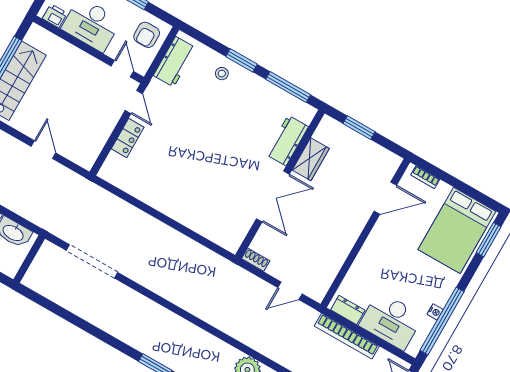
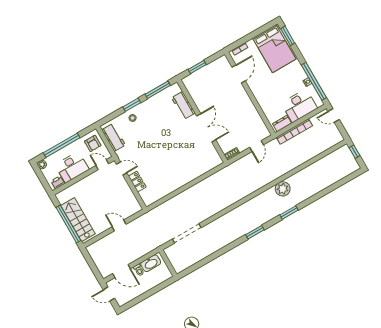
wardrobe: (311, 159) -> (199, 99), removed

